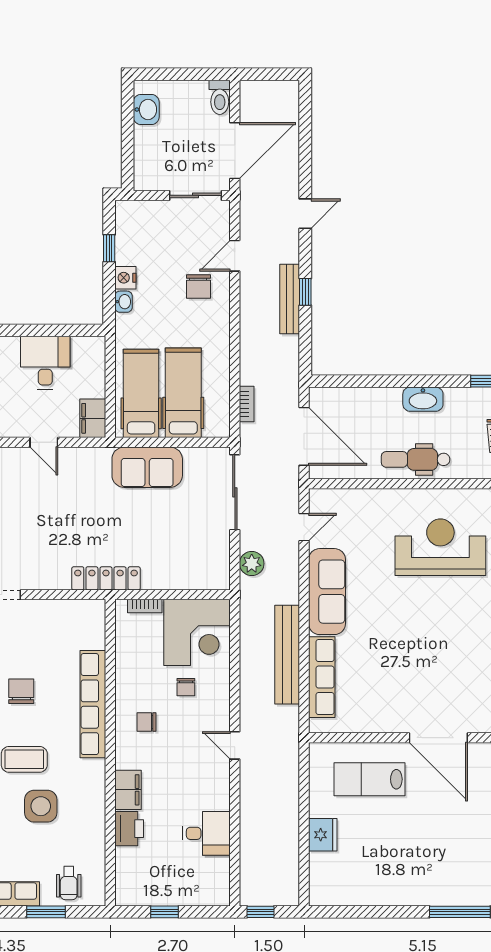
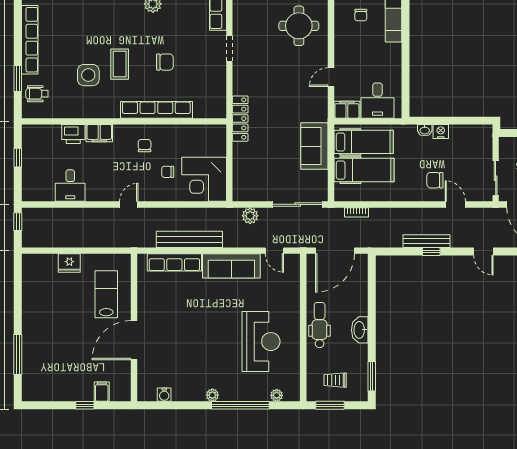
window: (109, 248) -> (460, 121), removed
desk: (45, 363) -> (378, 101), moved, turned 90
bookcase: (145, 606) -> (222, 144), removed

